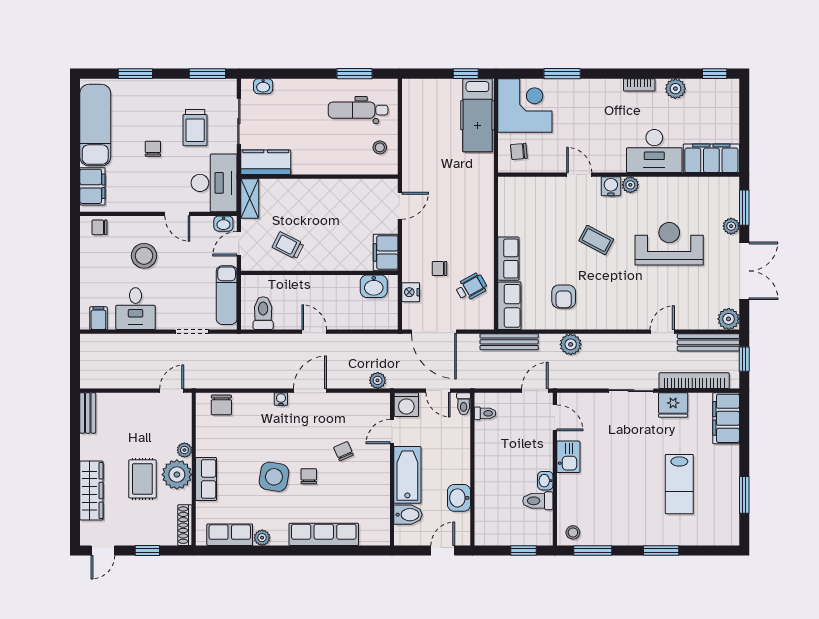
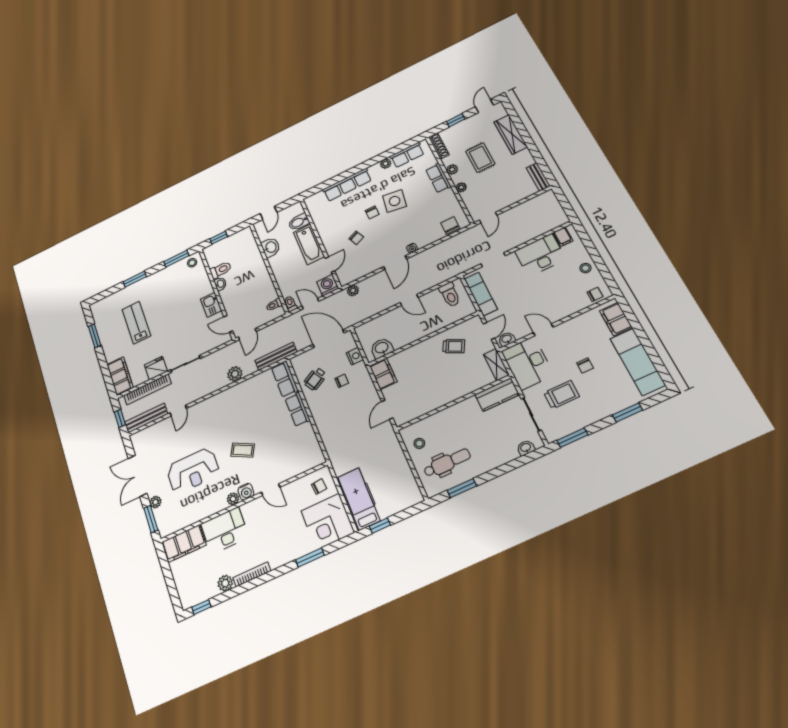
bookcase: (639, 85) -> (252, 574), width x1.56
trolley: (195, 128) -> (562, 395), turned 90
stool: (144, 256) -> (585, 268), moved, width x0.53, depth x0.53
armchair: (564, 297) -> (251, 402), removed
desk: (135, 309) -> (540, 255), width x1.37
plant: (729, 319) -> (138, 439), removed
plant: (177, 475) -> (452, 170), width x0.53, depth x0.53

